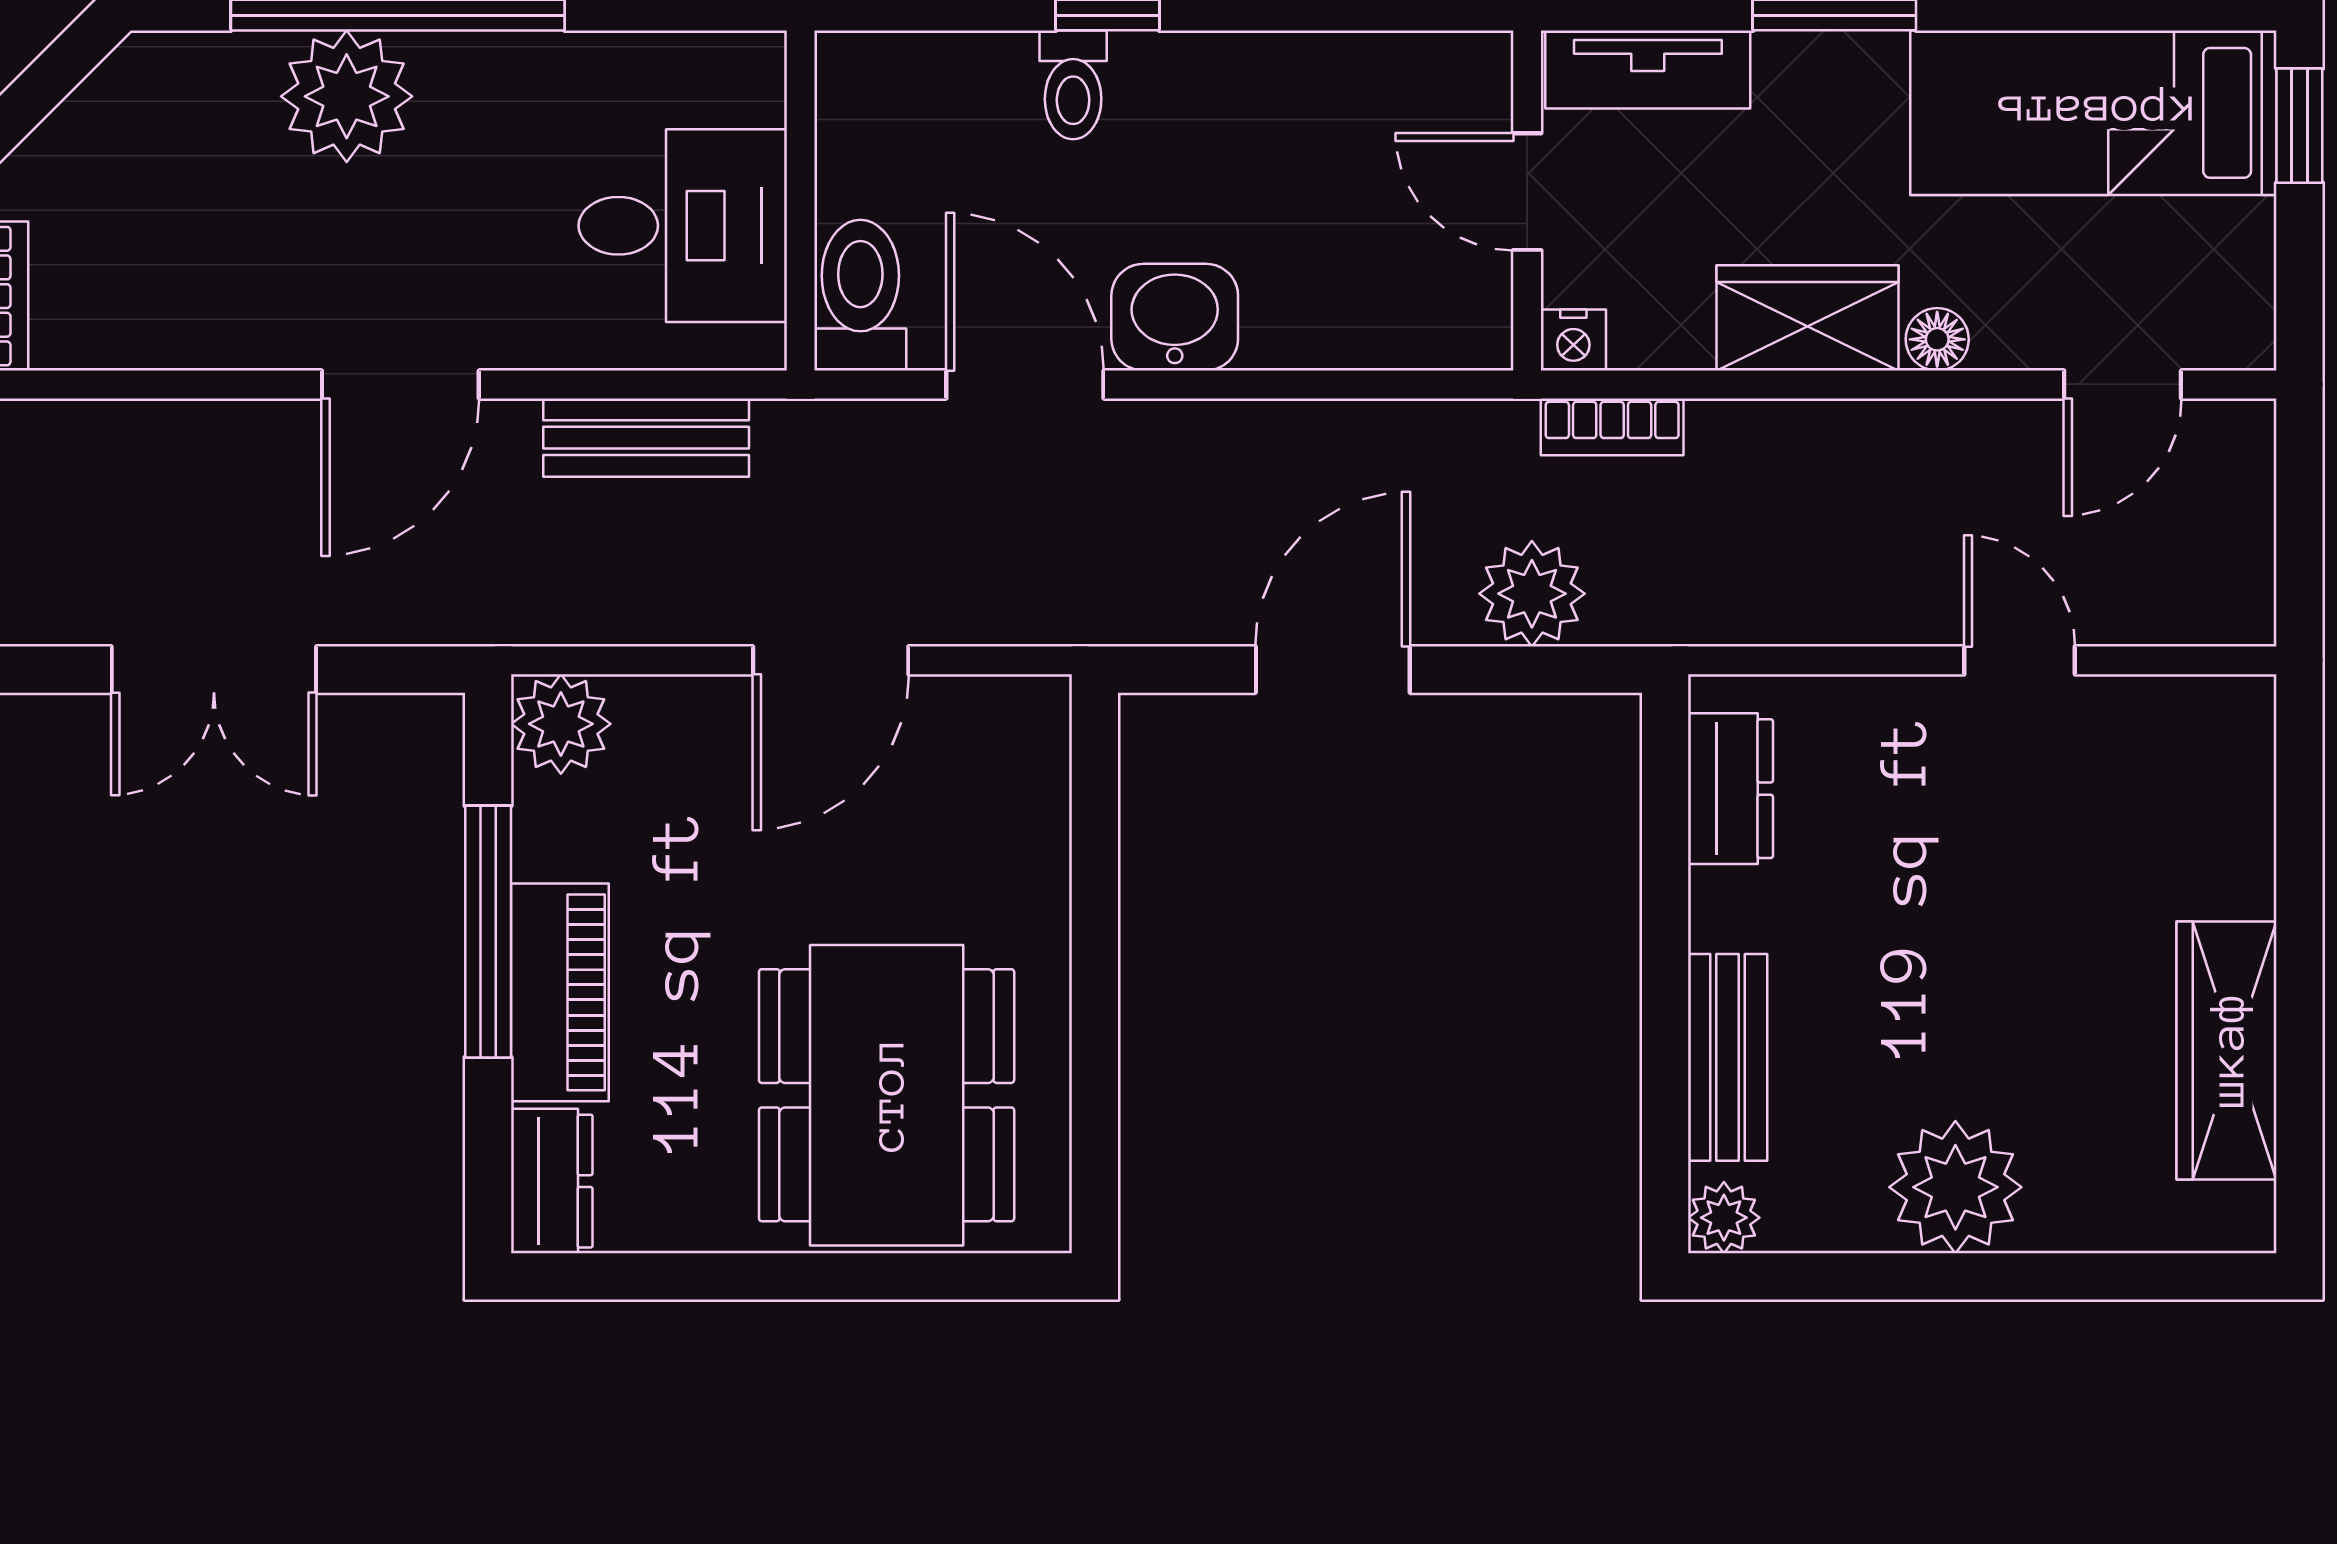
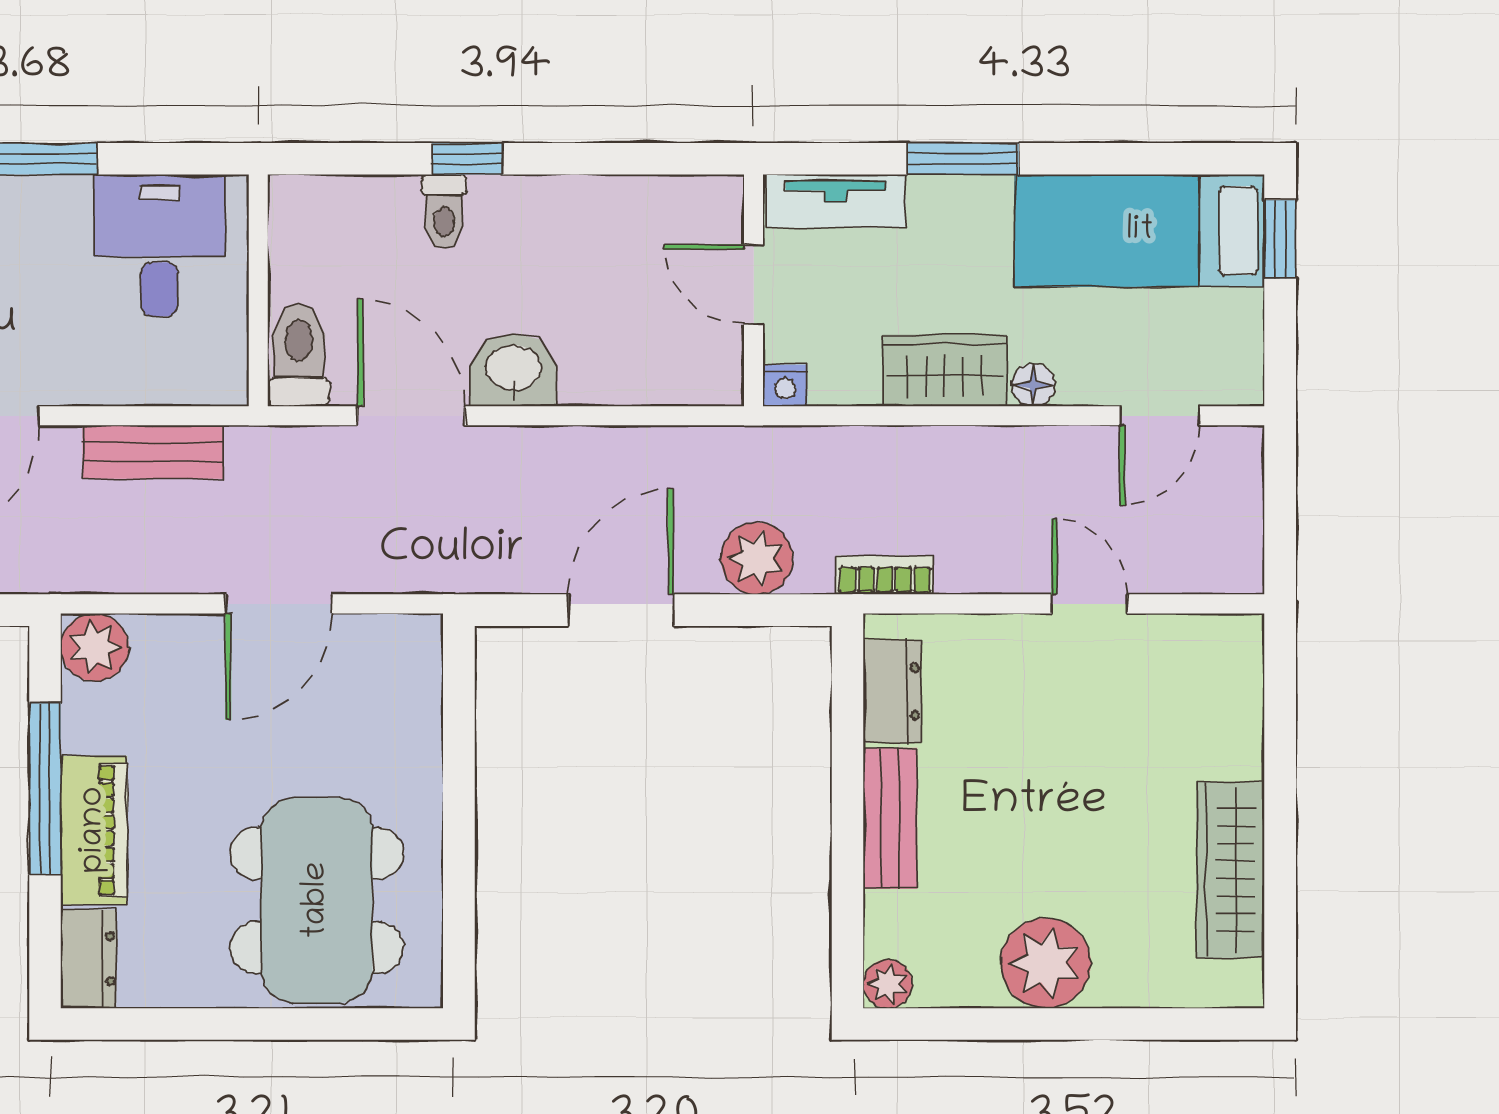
desk: (683, 226) -> (160, 245), moved, turned -90
bookcase: (1612, 427) -> (885, 575), moved, turned 180
bench: (1728, 1057) -> (890, 818), moved

